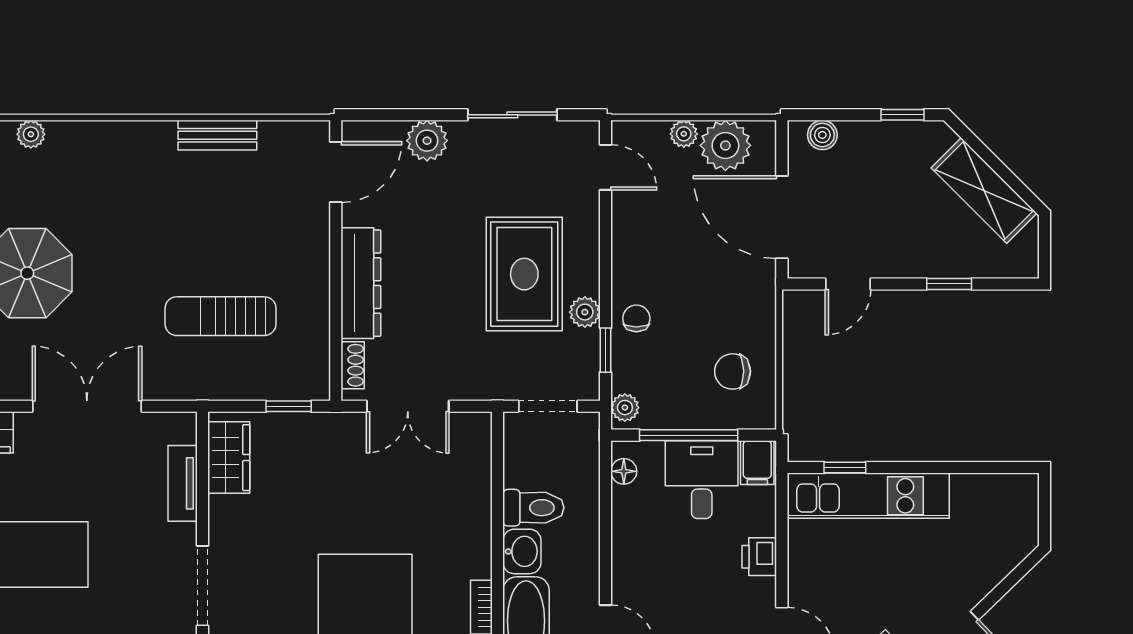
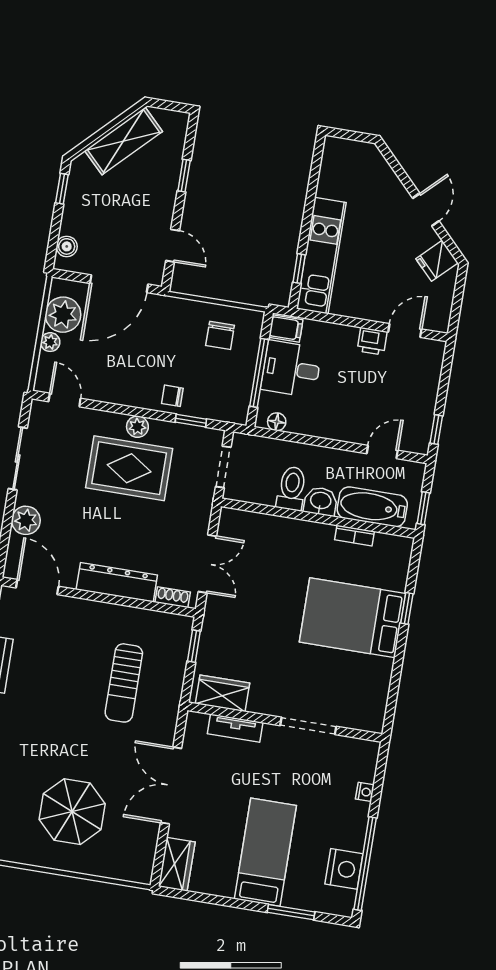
door: (606, 167) -> (65, 400), hinge flipped
plant: (585, 312) -> (137, 427), moved
plant: (625, 408) -> (233, 414), removed
printer: (759, 557) -> (372, 341), moved

